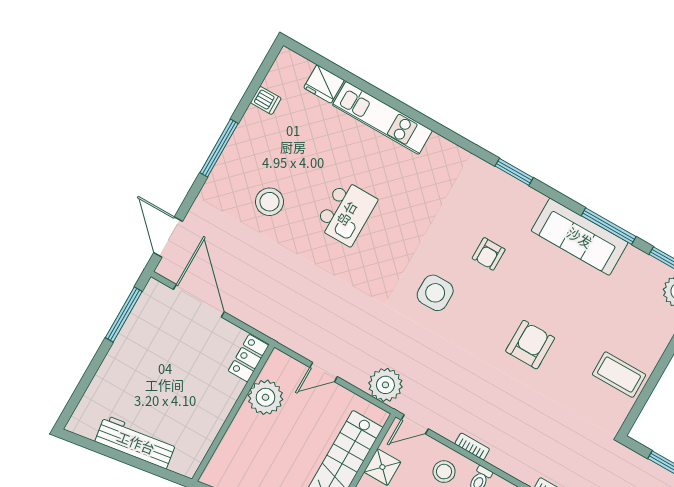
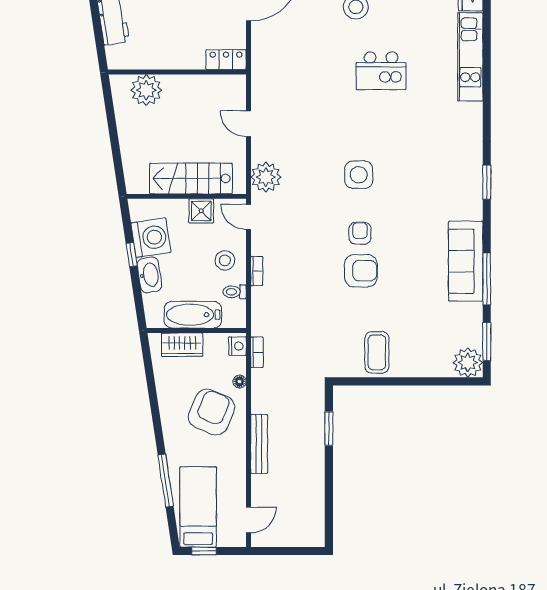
armchair: (489, 254) -> (360, 233), moved, turned 90
plant: (266, 397) -> (146, 90), moved

